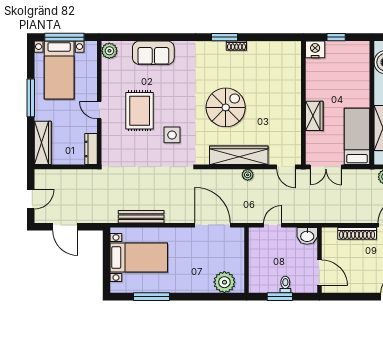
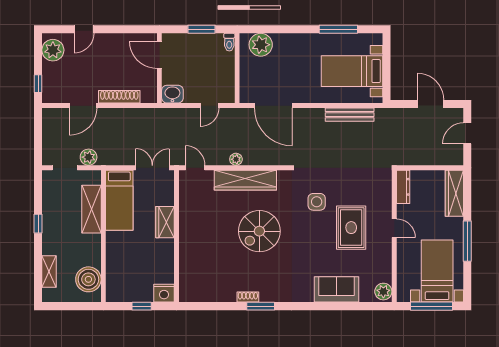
toilet: (285, 285) -> (229, 42), moved

